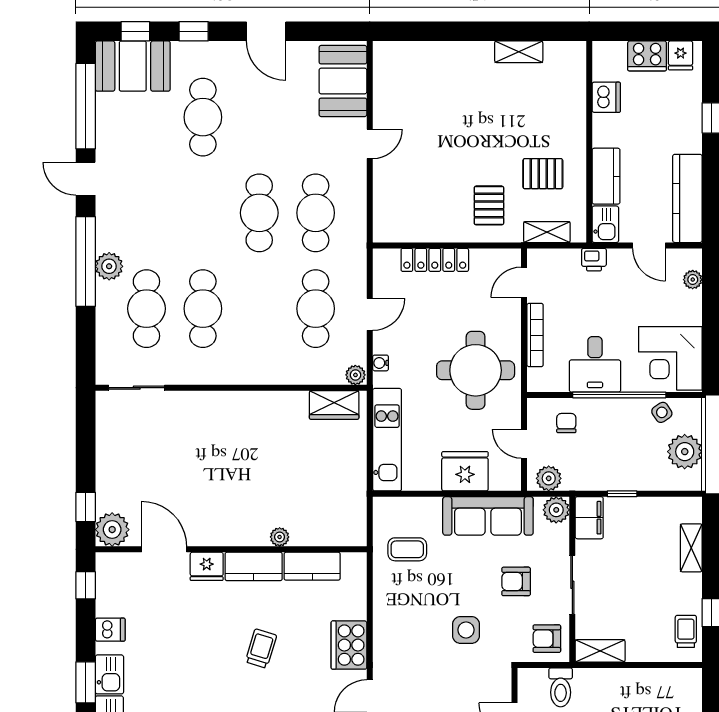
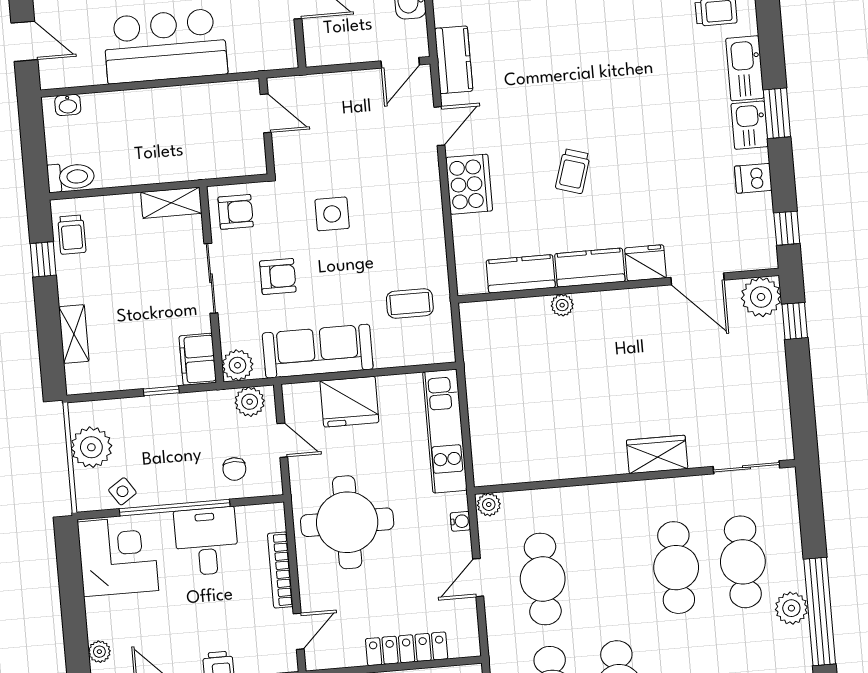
wardrobe: (334, 405) -> (657, 454), moved
toilet: (561, 687) -> (71, 177), moved, turned 90

